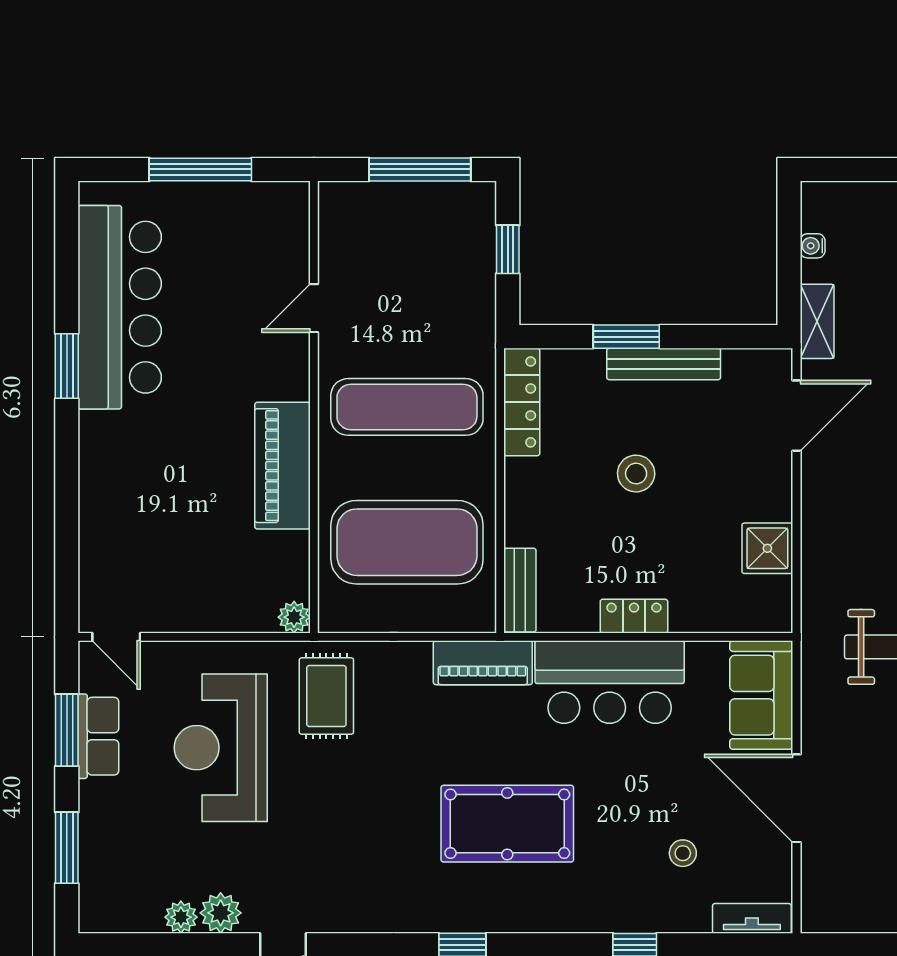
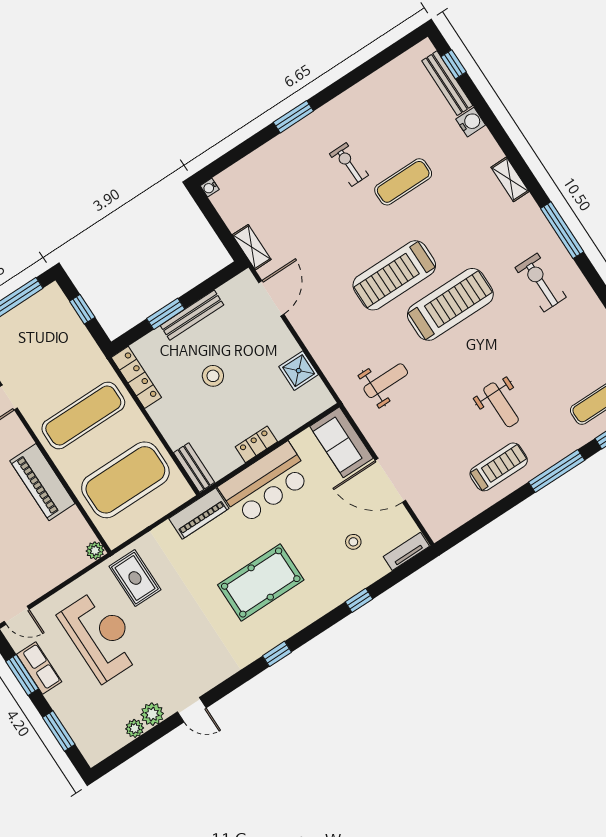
water cooler: (813, 246) -> (210, 188), moved
reception desk: (221, 748) -> (101, 635), turned 180

